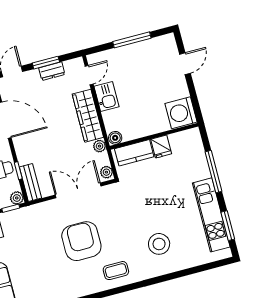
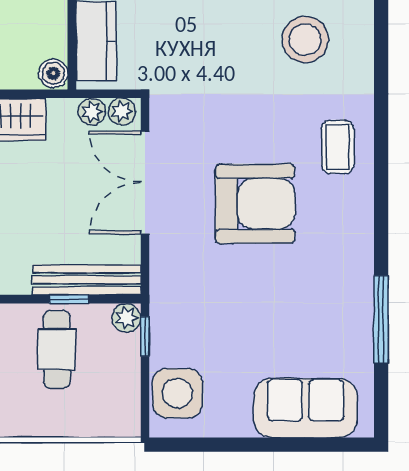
plant: (100, 146) -> (92, 112), moved
bench: (30, 183) -> (87, 280), width x1.36
armchair: (81, 241) -> (255, 204), turned 180

